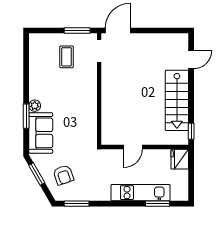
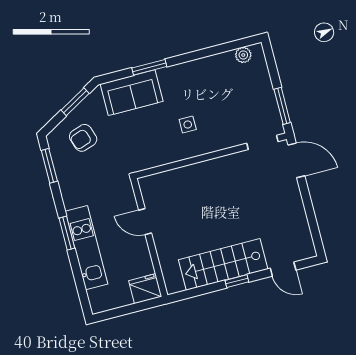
coffee table: (67, 57) -> (243, 101), removed
side table: (73, 100) -> (188, 124), added
plant: (35, 106) -> (243, 55), moved
window: (191, 131) -> (237, 281), moved
window: (157, 204) -> (67, 233), moved

